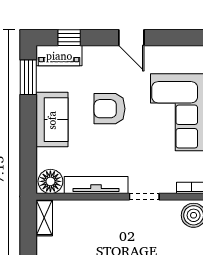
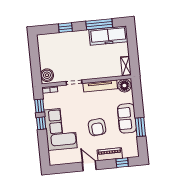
piano: (59, 56) -> (110, 154), moved
window: (28, 77) -> (140, 127), moved
armchair: (109, 109) -> (97, 127), turned 85

